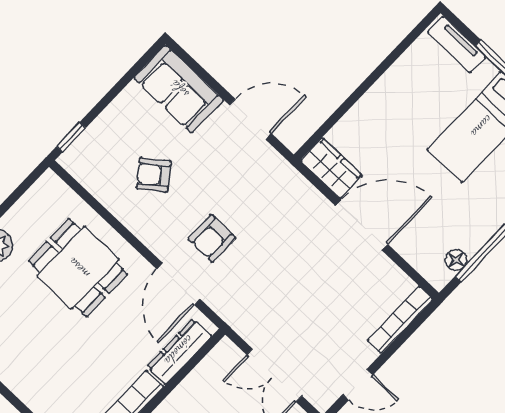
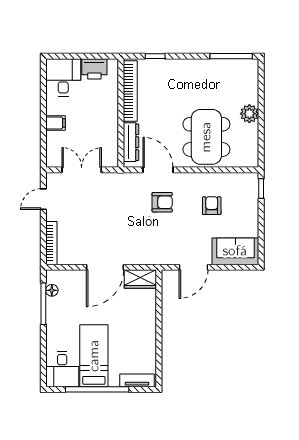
armchair: (154, 175) -> (212, 206), turned -53
armchair: (212, 238) -> (162, 202), turned 90
dining table: (78, 268) -> (206, 137), width x1.38

